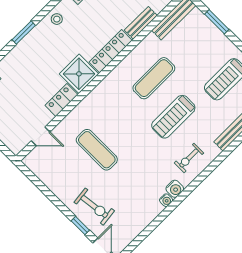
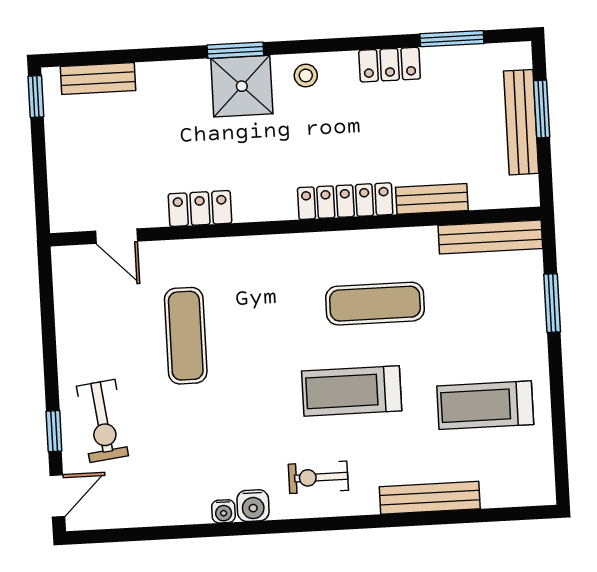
shower: (79, 74) -> (242, 86), moved

